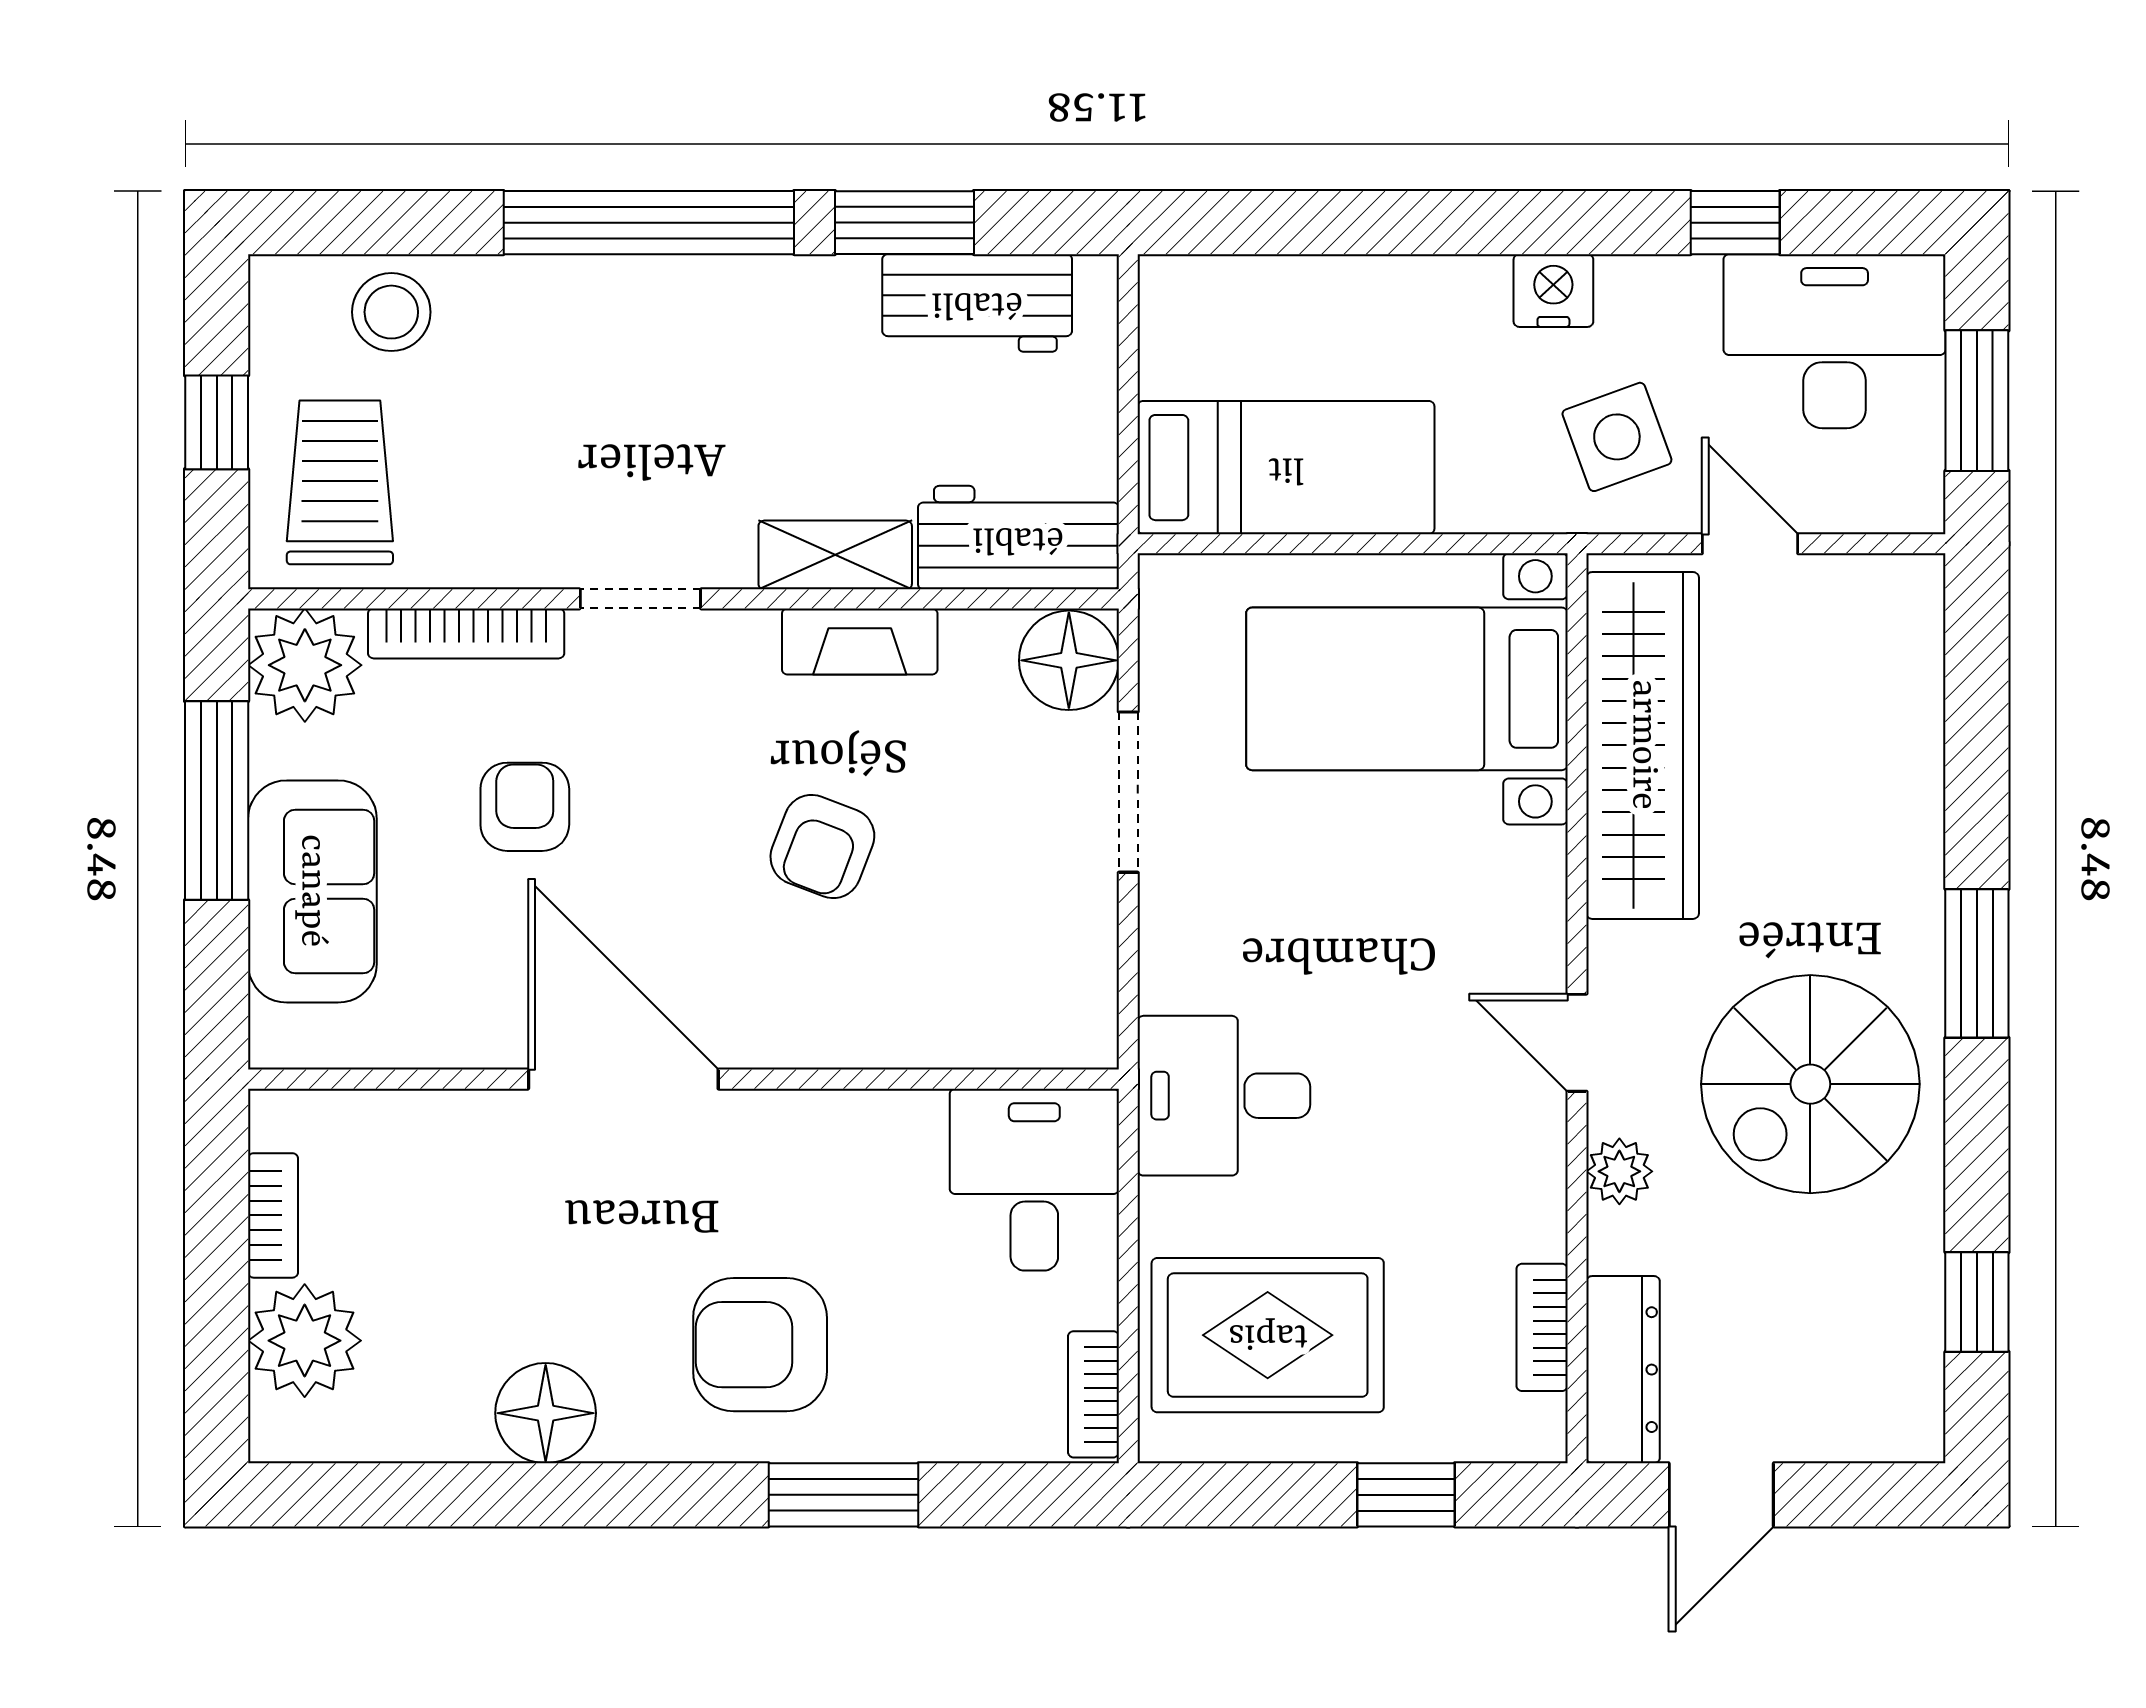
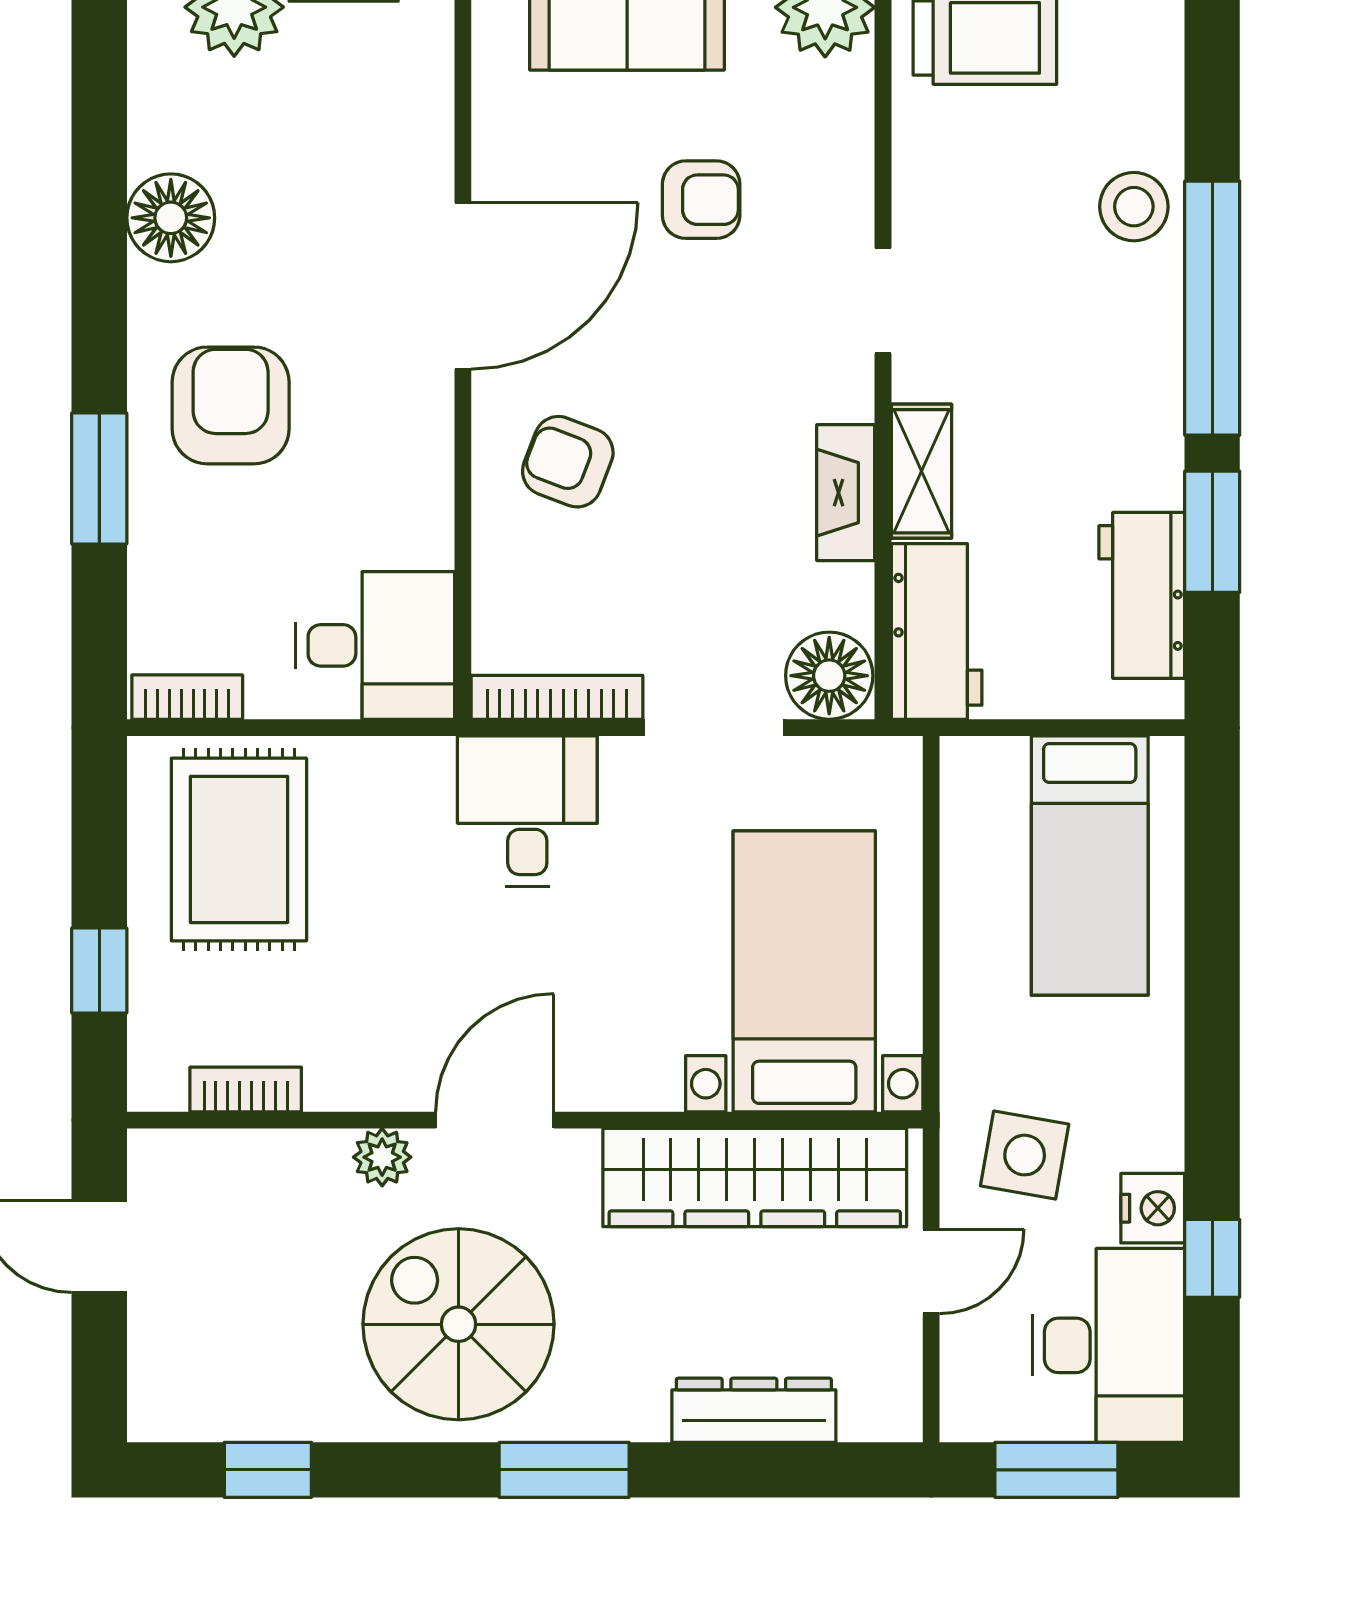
nightstand: (1553, 291) -> (1153, 1208), moved
stool: (391, 312) -> (1134, 207), moved
side table: (1617, 437) -> (1025, 1155), turned 30
bed: (1286, 468) -> (1090, 866), moved
bookcase: (466, 633) -> (557, 697), moved, turned 90
armchair: (822, 847) -> (568, 462), moved
door: (1577, 1043) -> (495, 1120), width x1.38
desk: (1224, 1096) -> (527, 811), moved
dresser: (1623, 1370) -> (754, 1410), moved, turned 180

